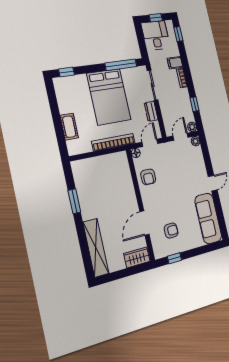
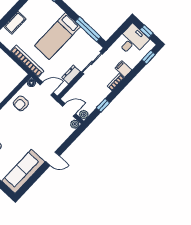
bed: (109, 97) -> (57, 36), width x0.67

